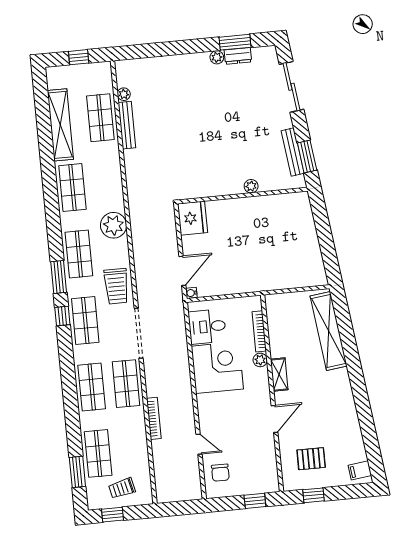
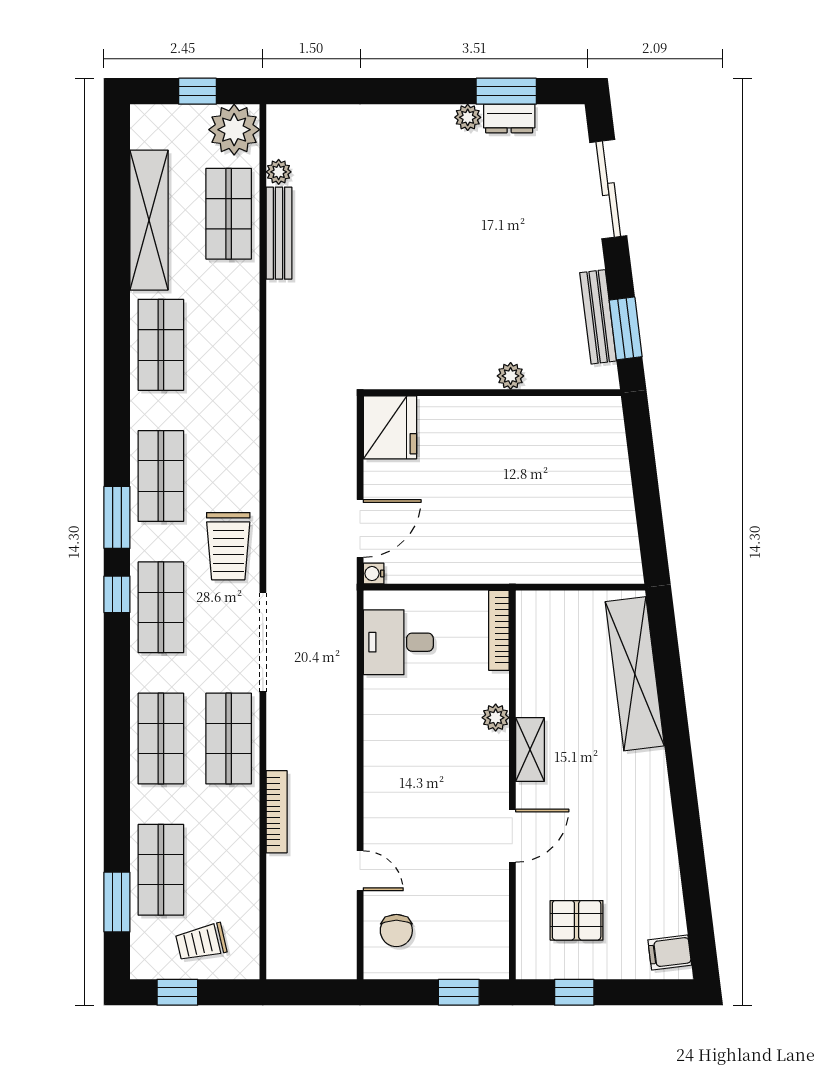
plant: (114, 225) -> (234, 130), moved
bookcase: (259, 331) -> (499, 630), moved
corner desk: (217, 368) -> (410, 724), removed

